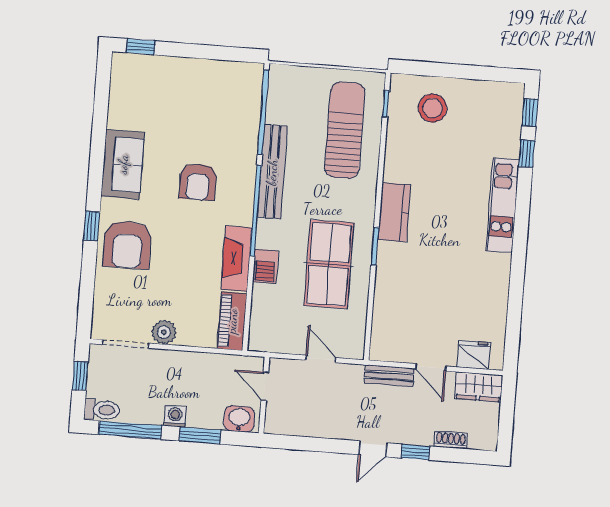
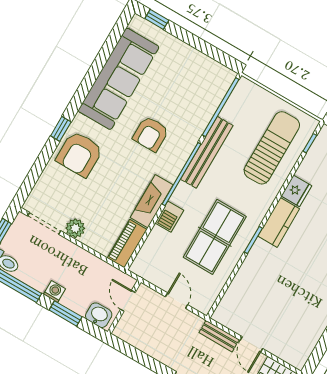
sofa: (123, 164) -> (118, 79), width x1.85, depth x1.27
fridge: (474, 355) -> (296, 191), moved, turned 90

